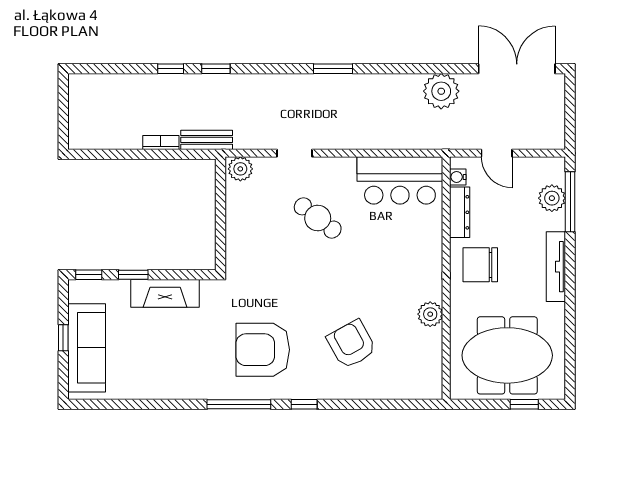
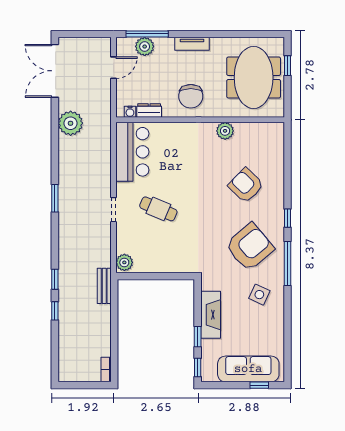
bookcase: (161, 143) -> (106, 370), moved
doorway: (294, 153) -> (113, 210), moved
door: (497, 153) -> (113, 68), moved
dresser: (460, 212) -> (149, 110), width x0.70
cafe table: (318, 218) -> (158, 209), turned 75
tv unit: (556, 267) -> (192, 44), width x0.71
window: (63, 338) -> (259, 385), moved
armchair: (352, 344) -> (246, 185), turned 73
armchair: (263, 350) -> (250, 247), turned -130
side table: (194, 364) -> (259, 295), added

